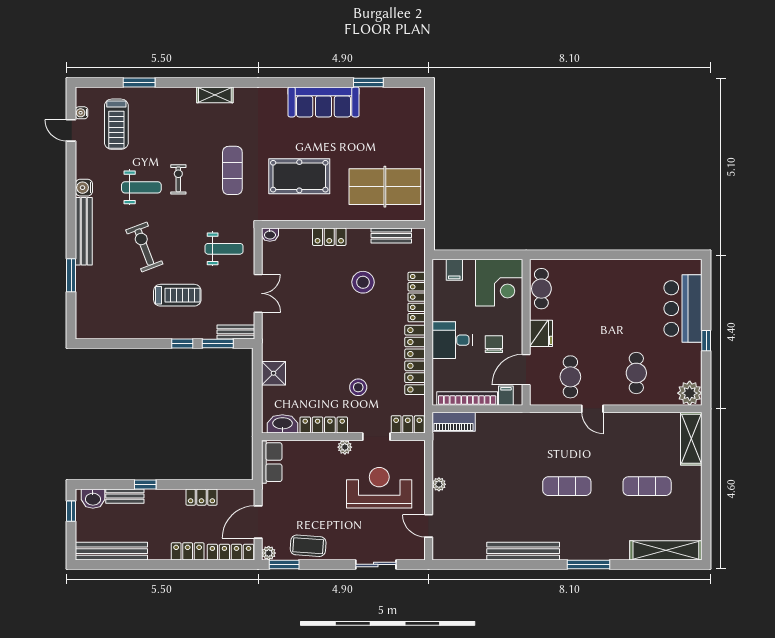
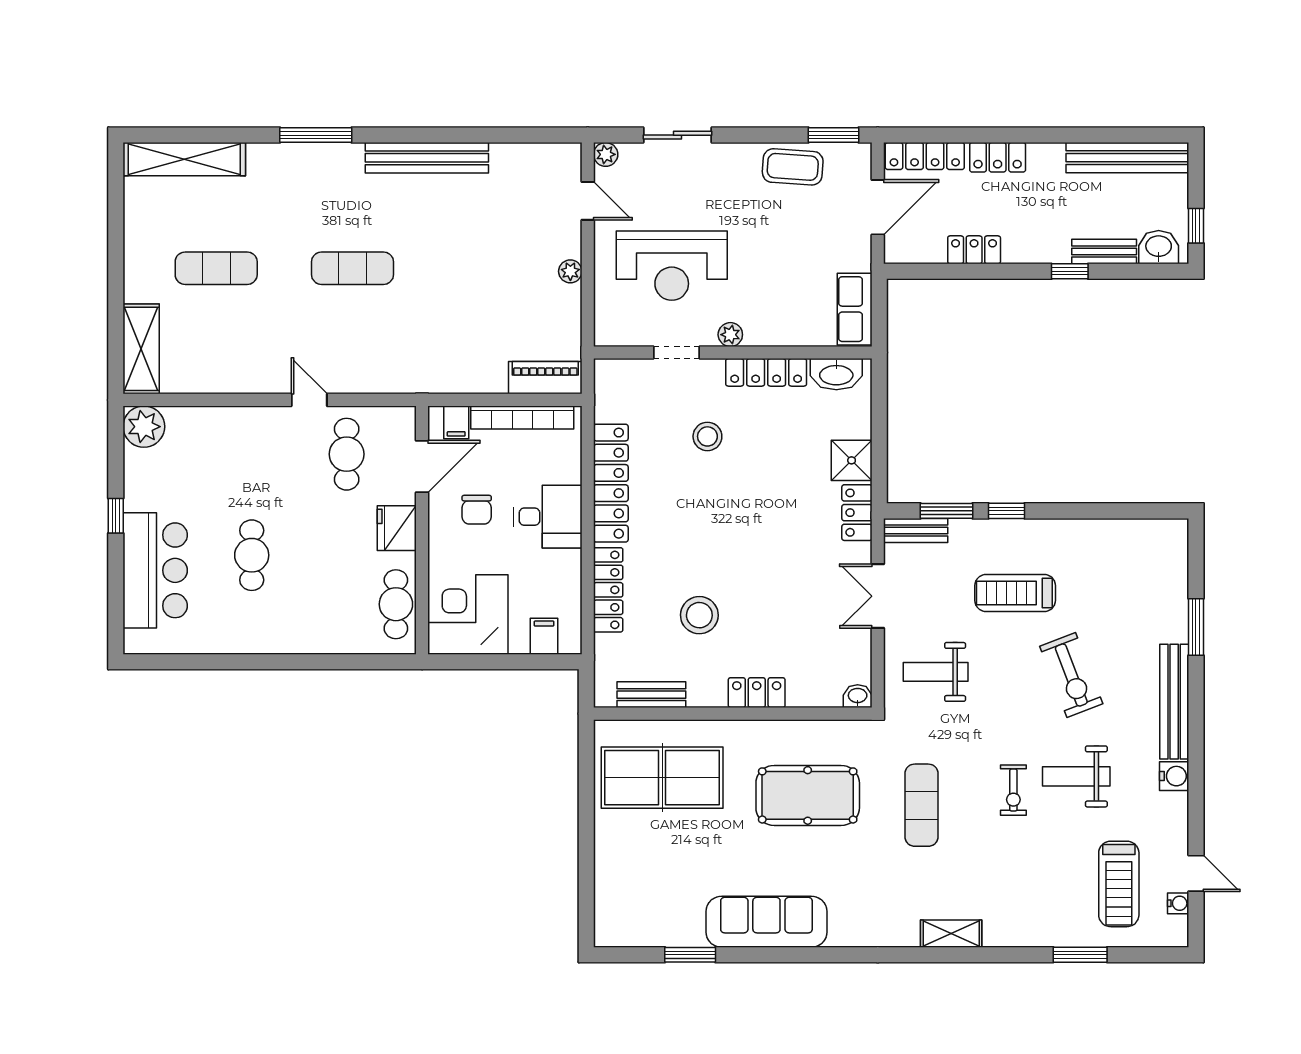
treadmill: (116, 124) -> (1119, 884), turned 180
cafe table: (636, 373) -> (252, 555), moved
locker: (408, 424) -> (857, 513), moved, turned 90
plant: (269, 553) -> (606, 154), moved

